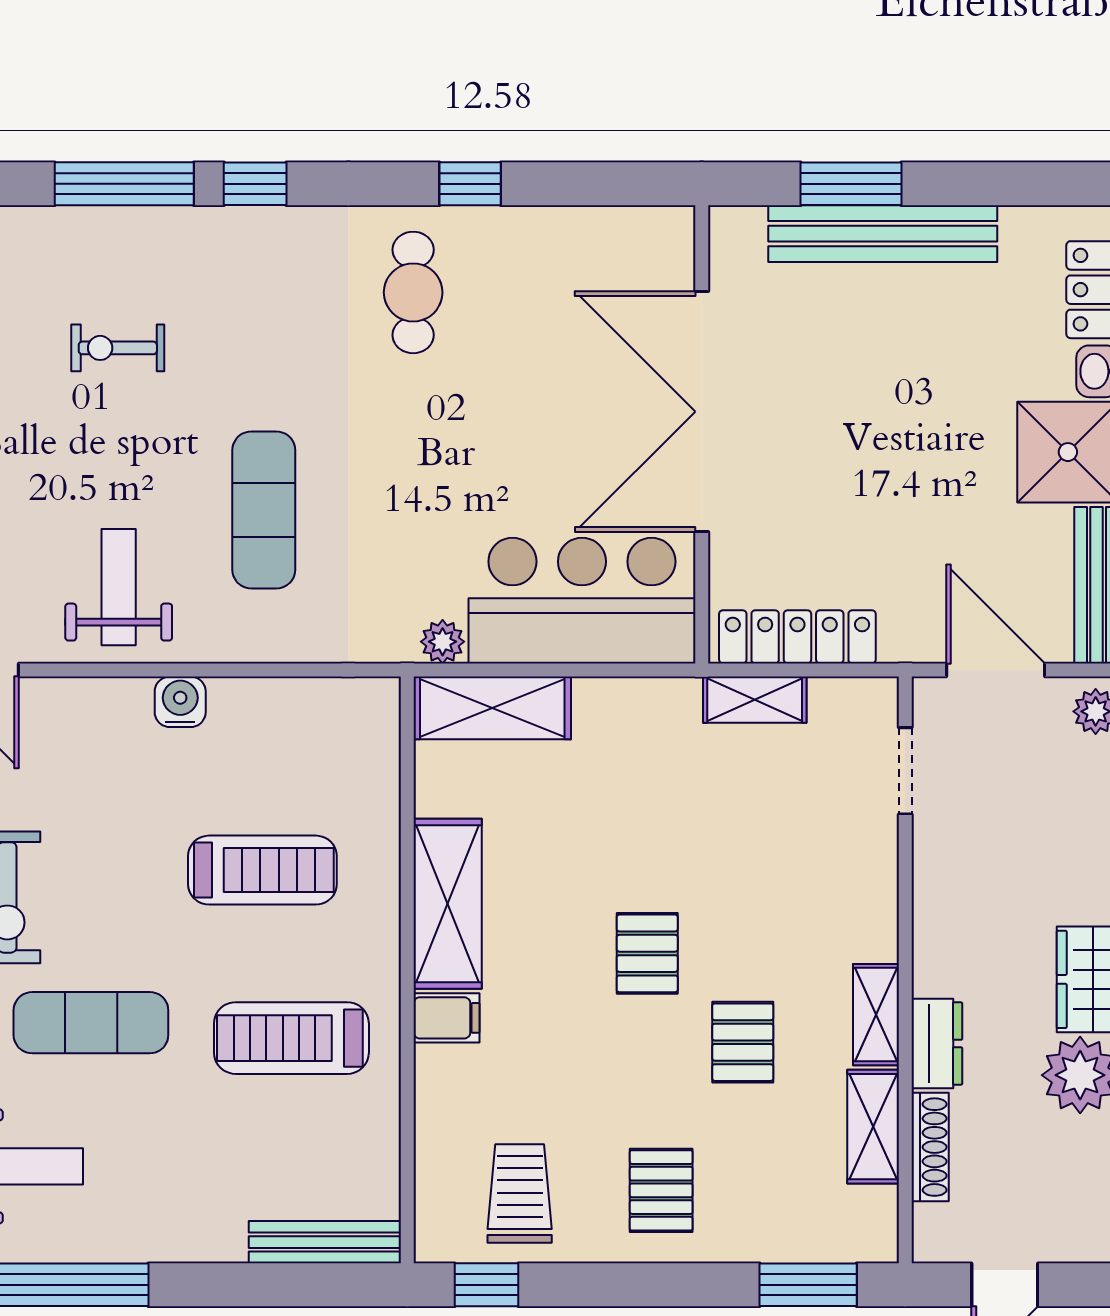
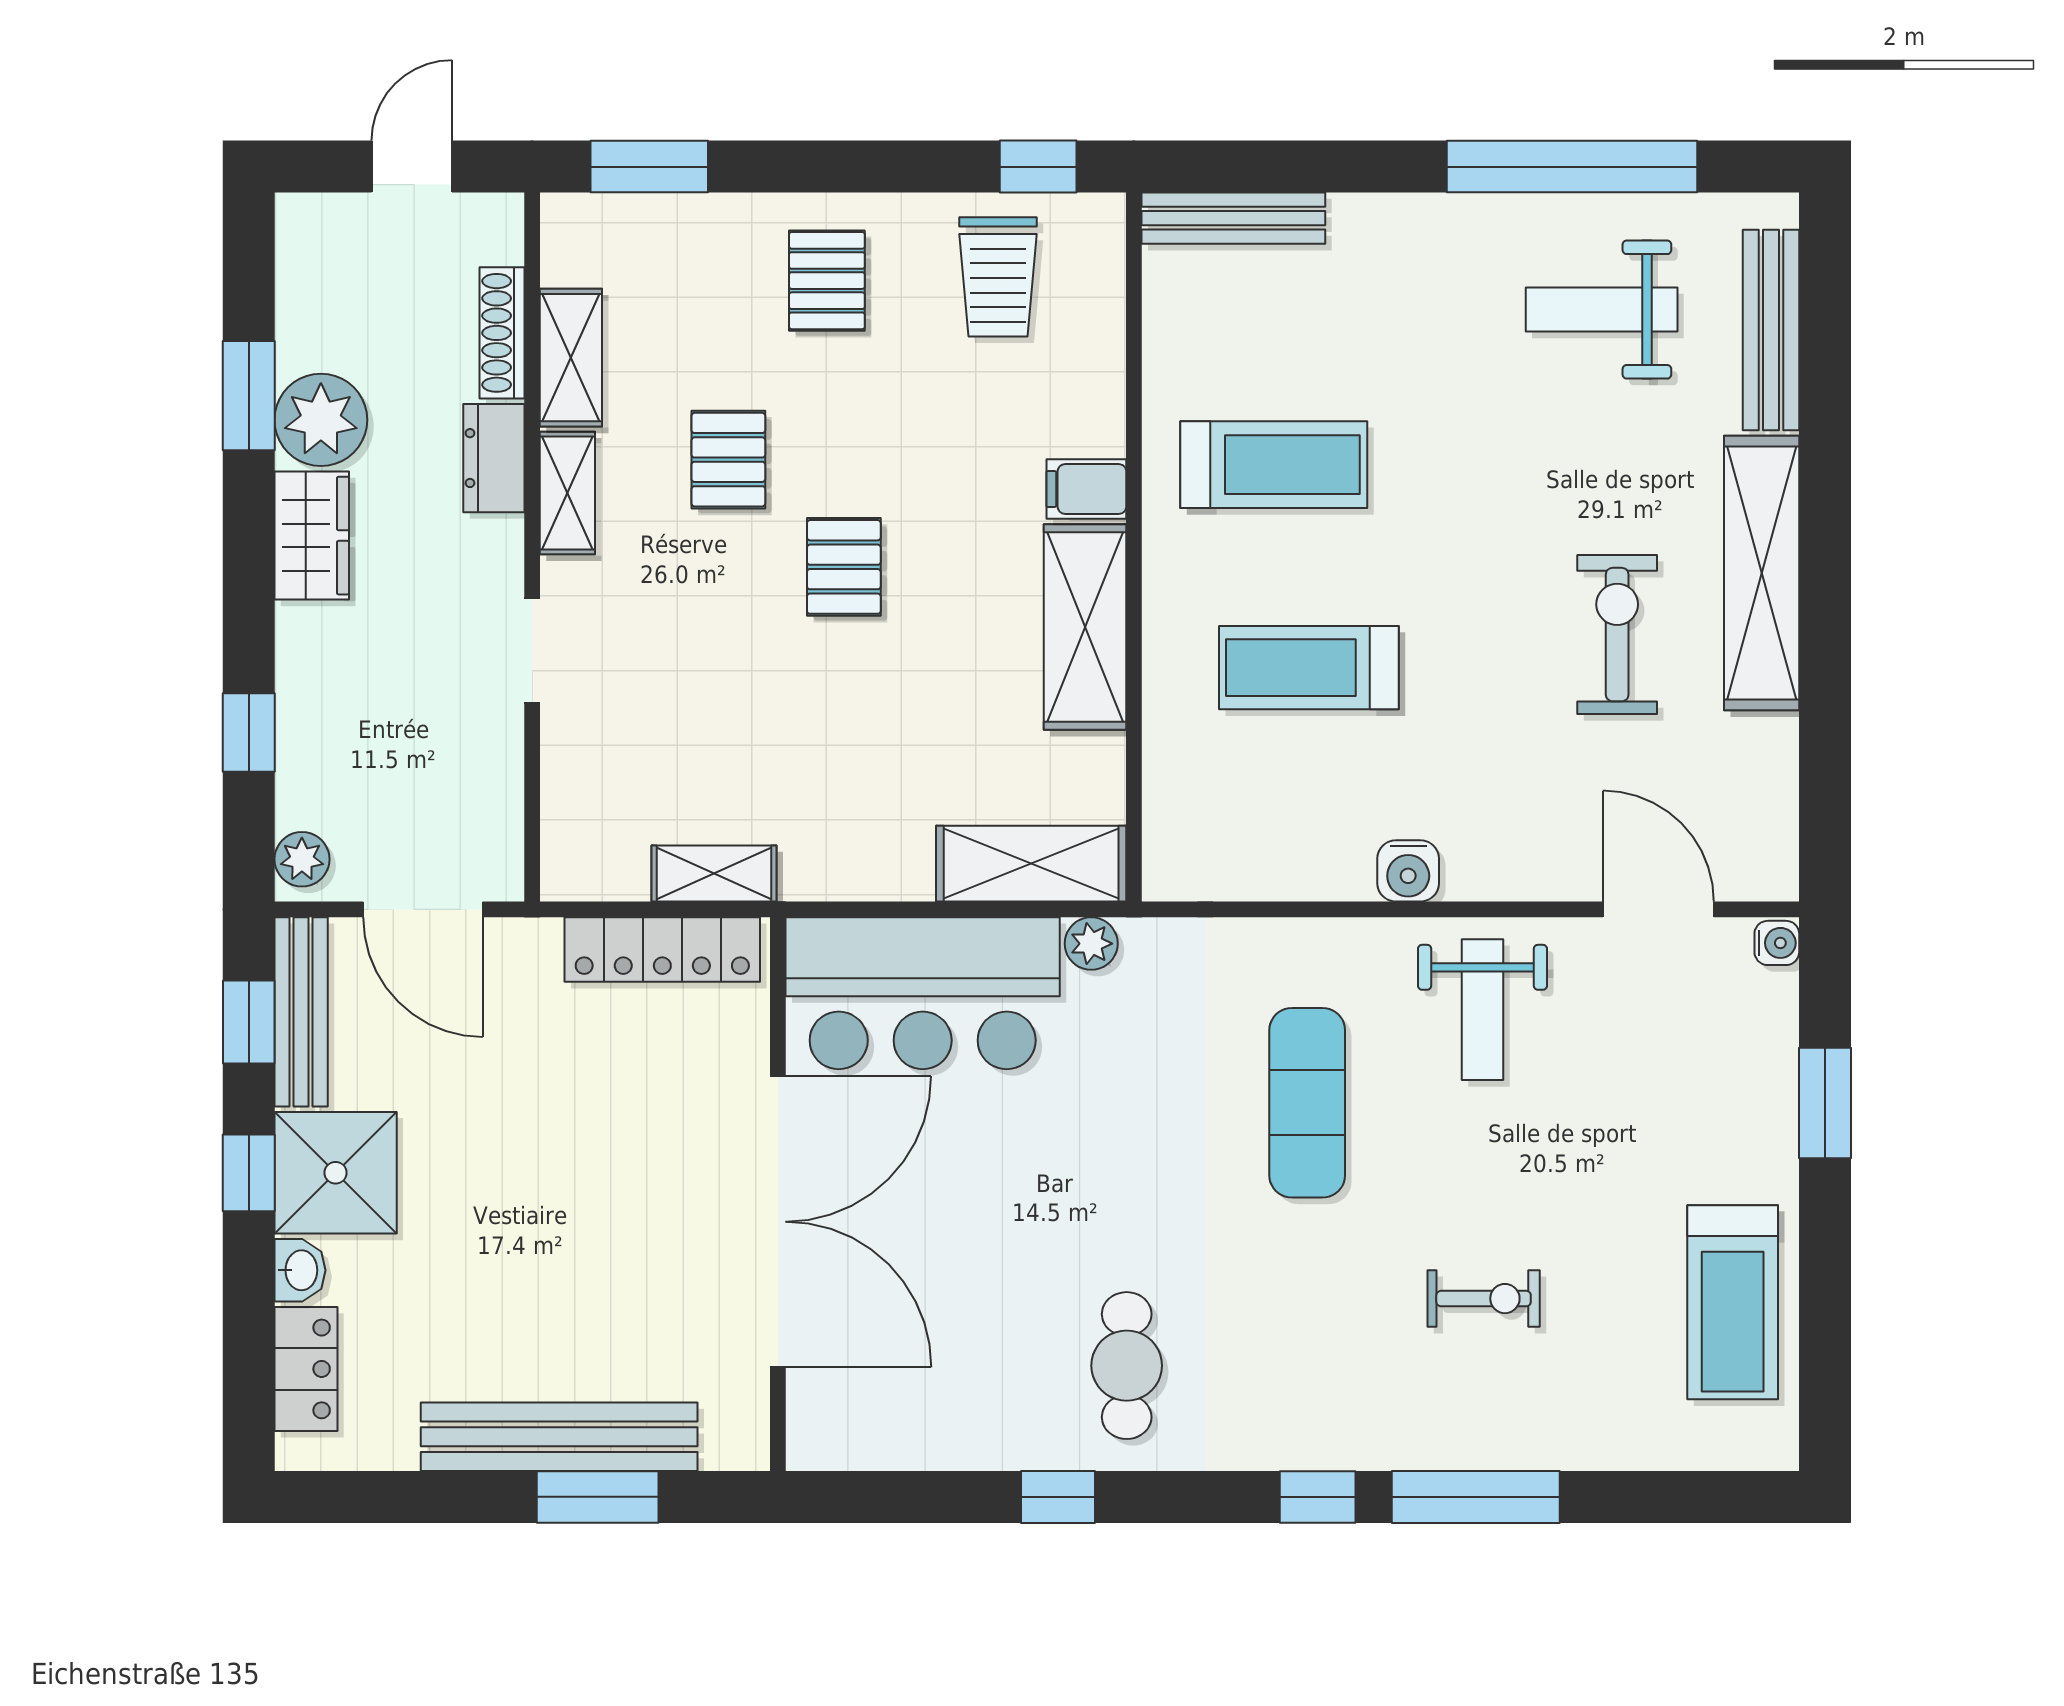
doorway: (905, 771) -> (532, 650), moved
exercise mat: (91, 1023) -> (1516, 483), removed

